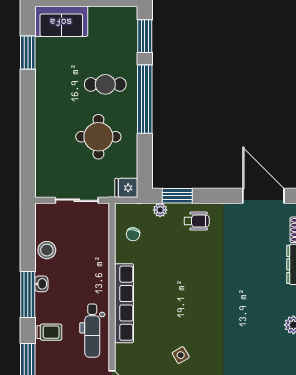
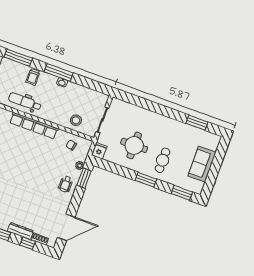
sofa: (61, 21) -> (202, 164), moved
window: (145, 99) -> (146, 180), width x0.47
stool: (47, 250) -> (76, 120), moved

